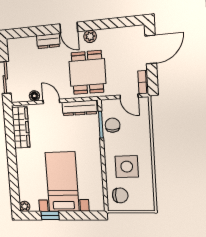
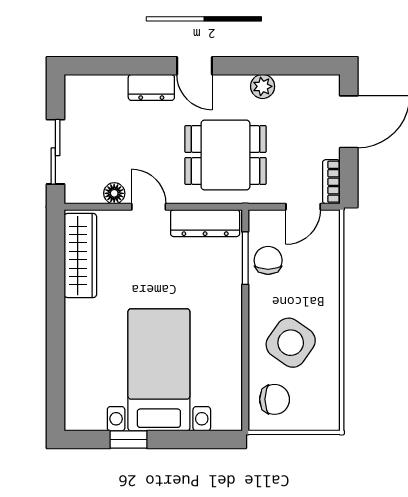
plant: (90, 36) -> (263, 86), moved
dining table: (87, 72) -> (225, 155), turned 90
door: (129, 96) -> (303, 207), hinge flipped
side table: (127, 167) -> (291, 343), turned 35
plant: (25, 206) -> (75, 420), removed

